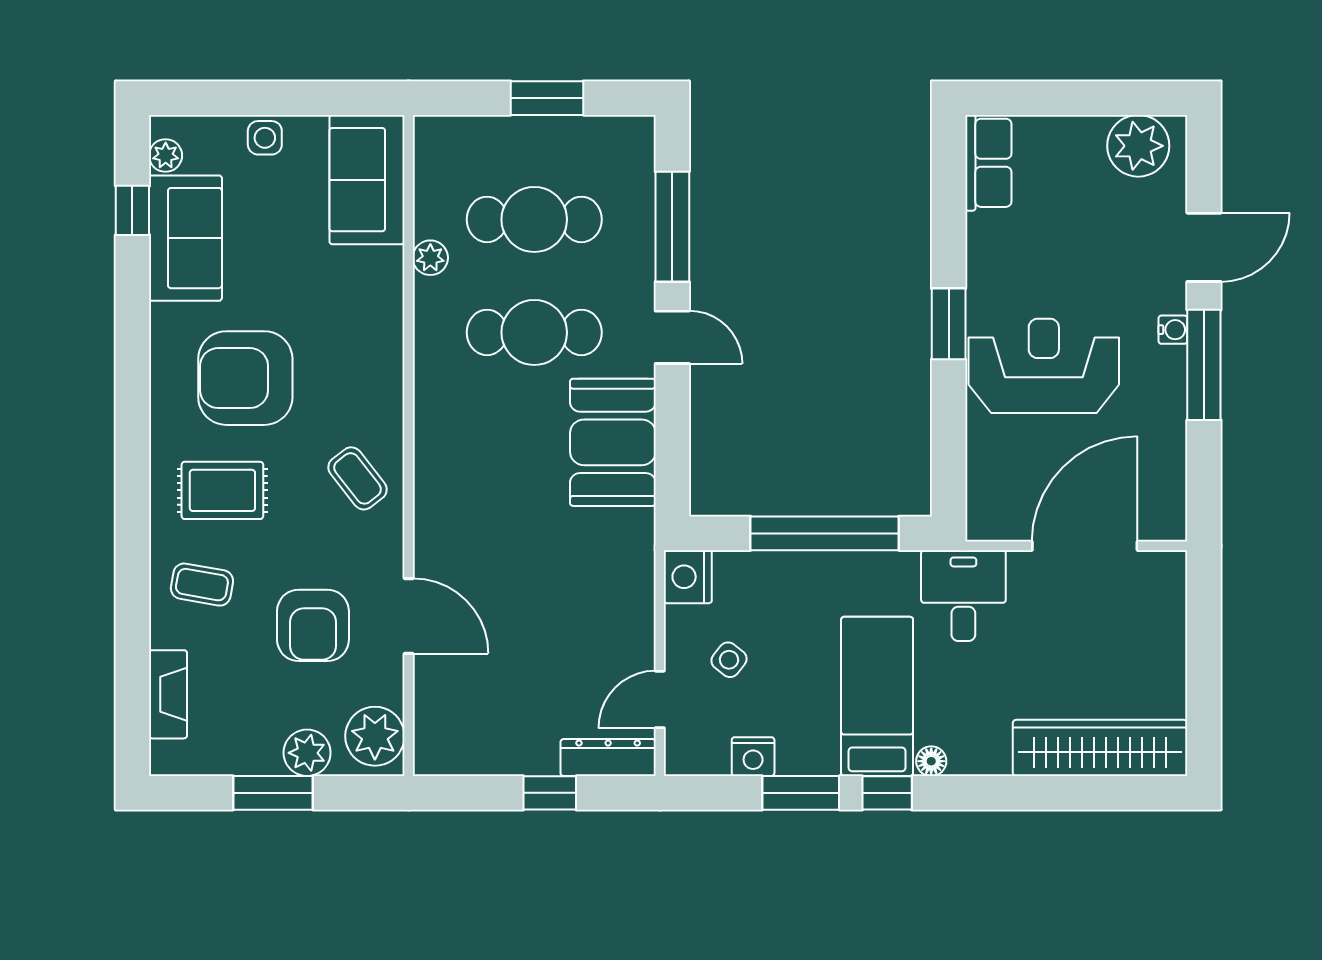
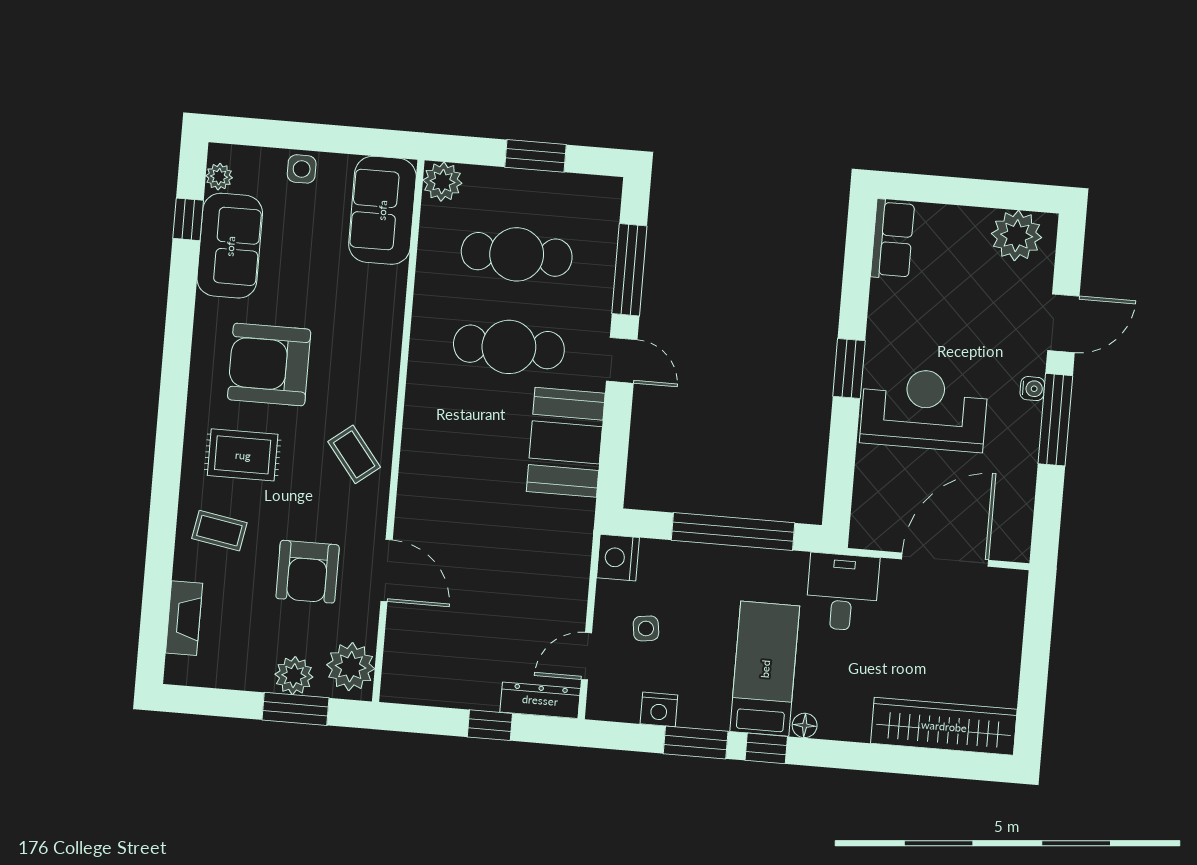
plant: (430, 258) -> (442, 182), moved, width x1.38, depth x1.38
side table: (729, 660) -> (646, 628), turned 45
window: (273, 793) -> (296, 709), moved

